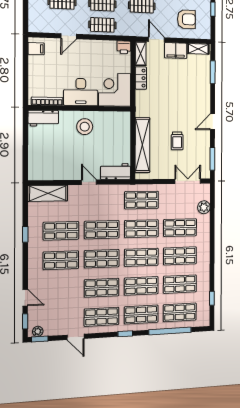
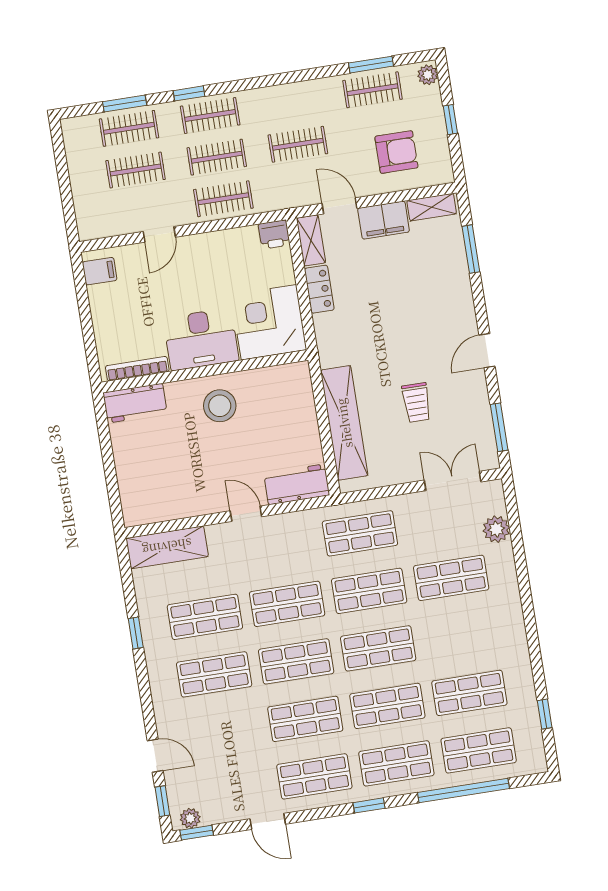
shop shelf: (180, 256) -> (460, 635), removed

